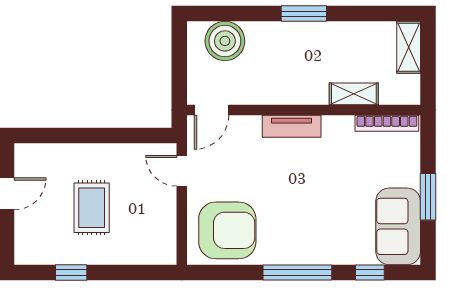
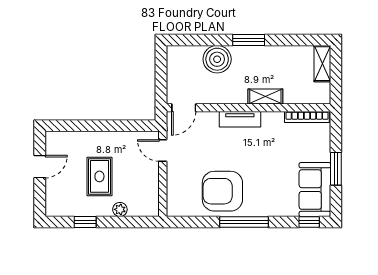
boiler: (225, 41) -> (217, 59), moved
shelving: (354, 94) -> (265, 96), moved
armchair: (227, 230) -> (222, 191), moved, turned 180
plant: (121, 255) -> (120, 209), added
window: (370, 273) -> (309, 222), moved

